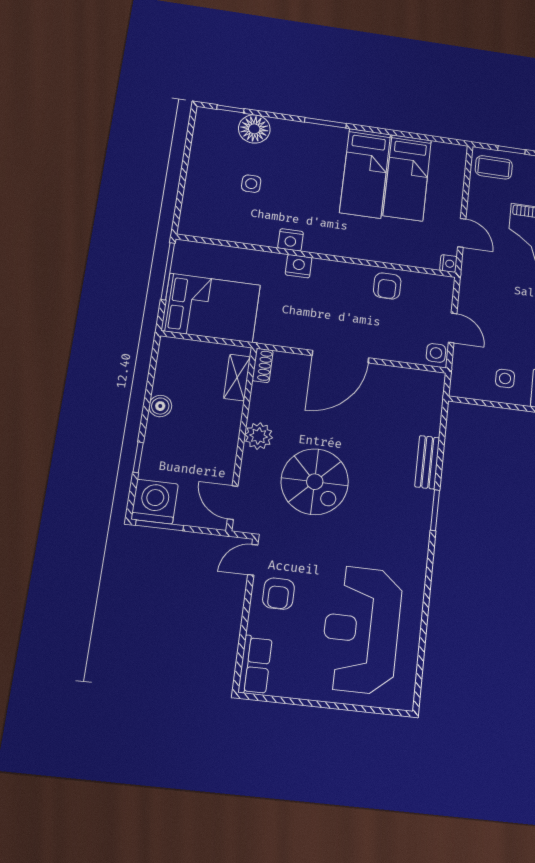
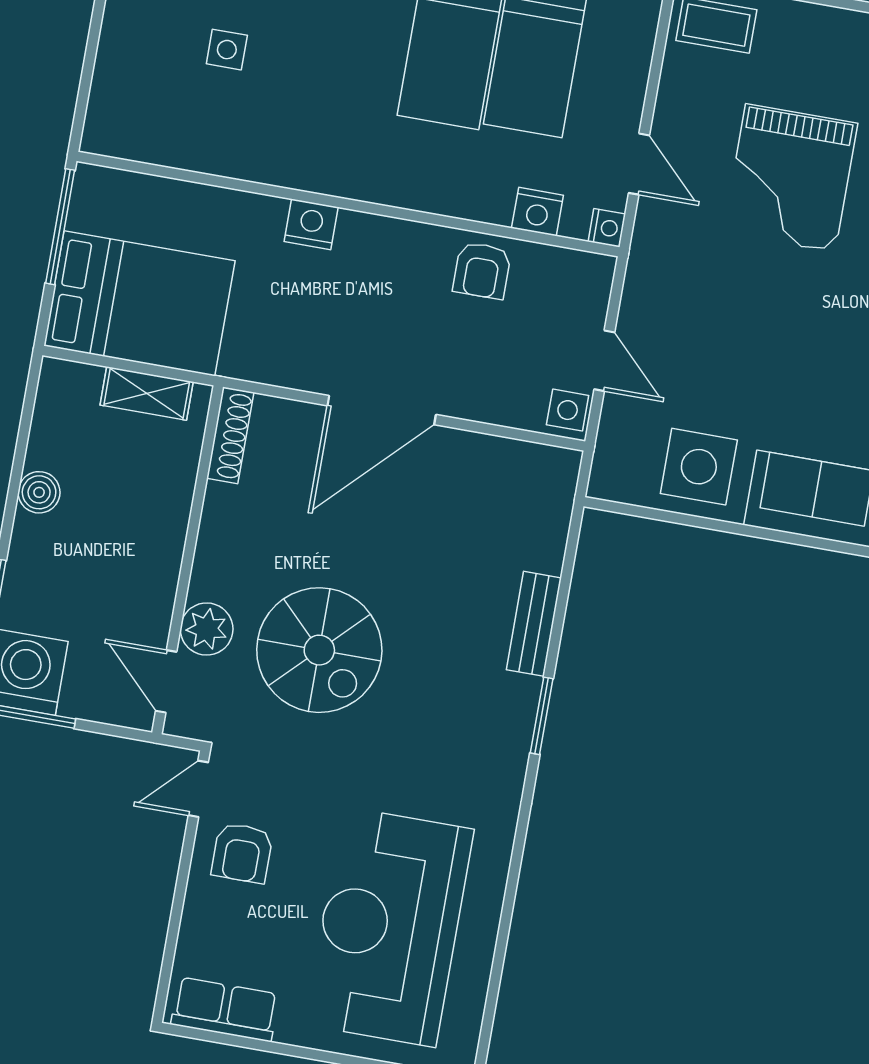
nightstand: (291, 240) -> (537, 212), moved
shoe rack: (263, 365) -> (230, 435), width x1.43
shelving: (237, 378) -> (147, 393), moved, turned 90
side table: (505, 378) -> (699, 467), width x1.87, depth x1.87
plant: (259, 436) -> (207, 629), moved
row of seats: (255, 665) -> (225, 1009), moved, turned -90

